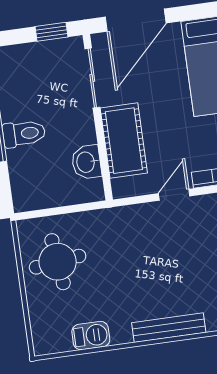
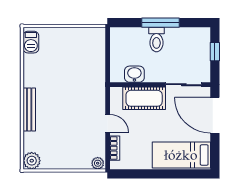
window: (51, 32) -> (215, 52), moved
round table: (58, 262) -> (78, 49), removed
barbecue: (91, 336) -> (31, 42), moved

